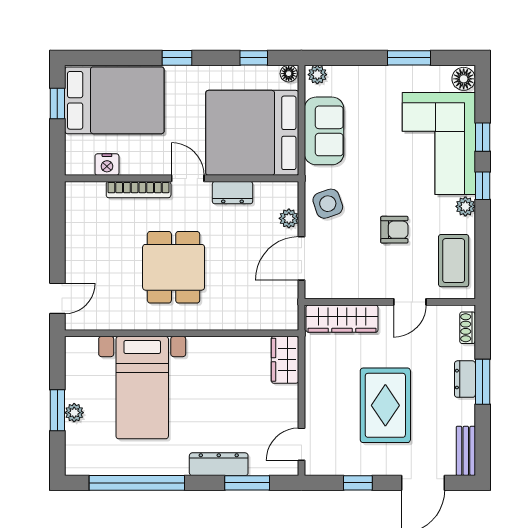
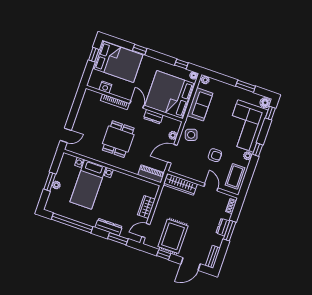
window: (177, 58) -> (140, 50), moved
window: (483, 137) -> (270, 113), moved
door: (410, 302) -> (211, 187), swing flipped
piano: (270, 318) -> (151, 174), added
wardrobe: (285, 360) -> (146, 207), moved
rug: (385, 405) -> (173, 236), moved

